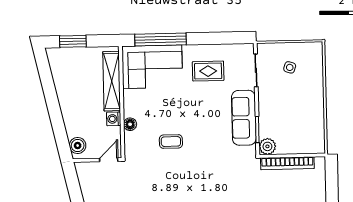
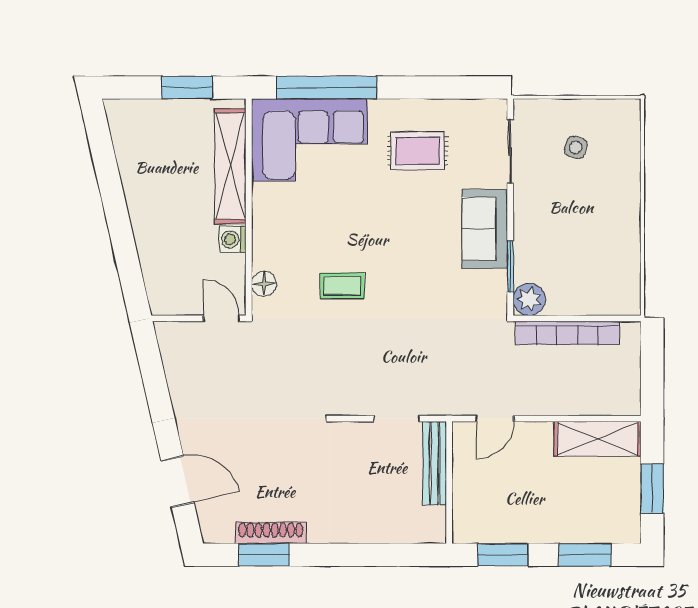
window: (73, 41) -> (187, 87), moved
sofa: (244, 118) -> (485, 229), width x0.73
floor lamp: (130, 124) -> (264, 284), moved
boiler: (78, 145) -> (161, 289), removed
door: (109, 160) -> (221, 318), hinge flipped

